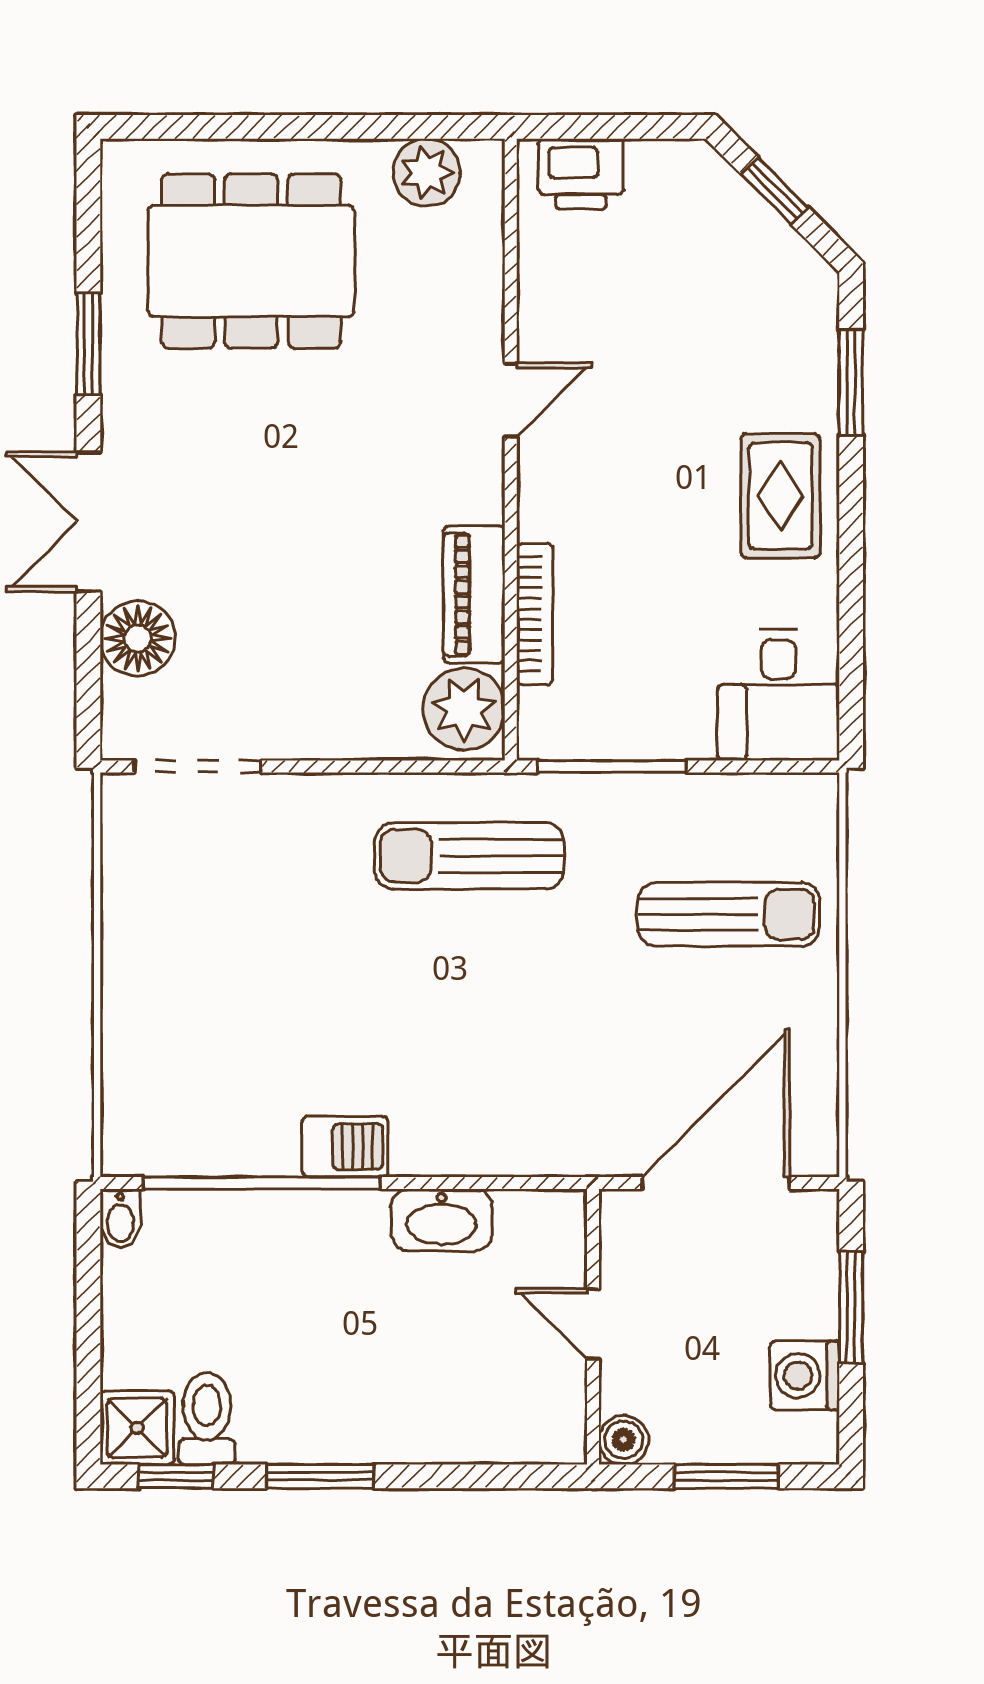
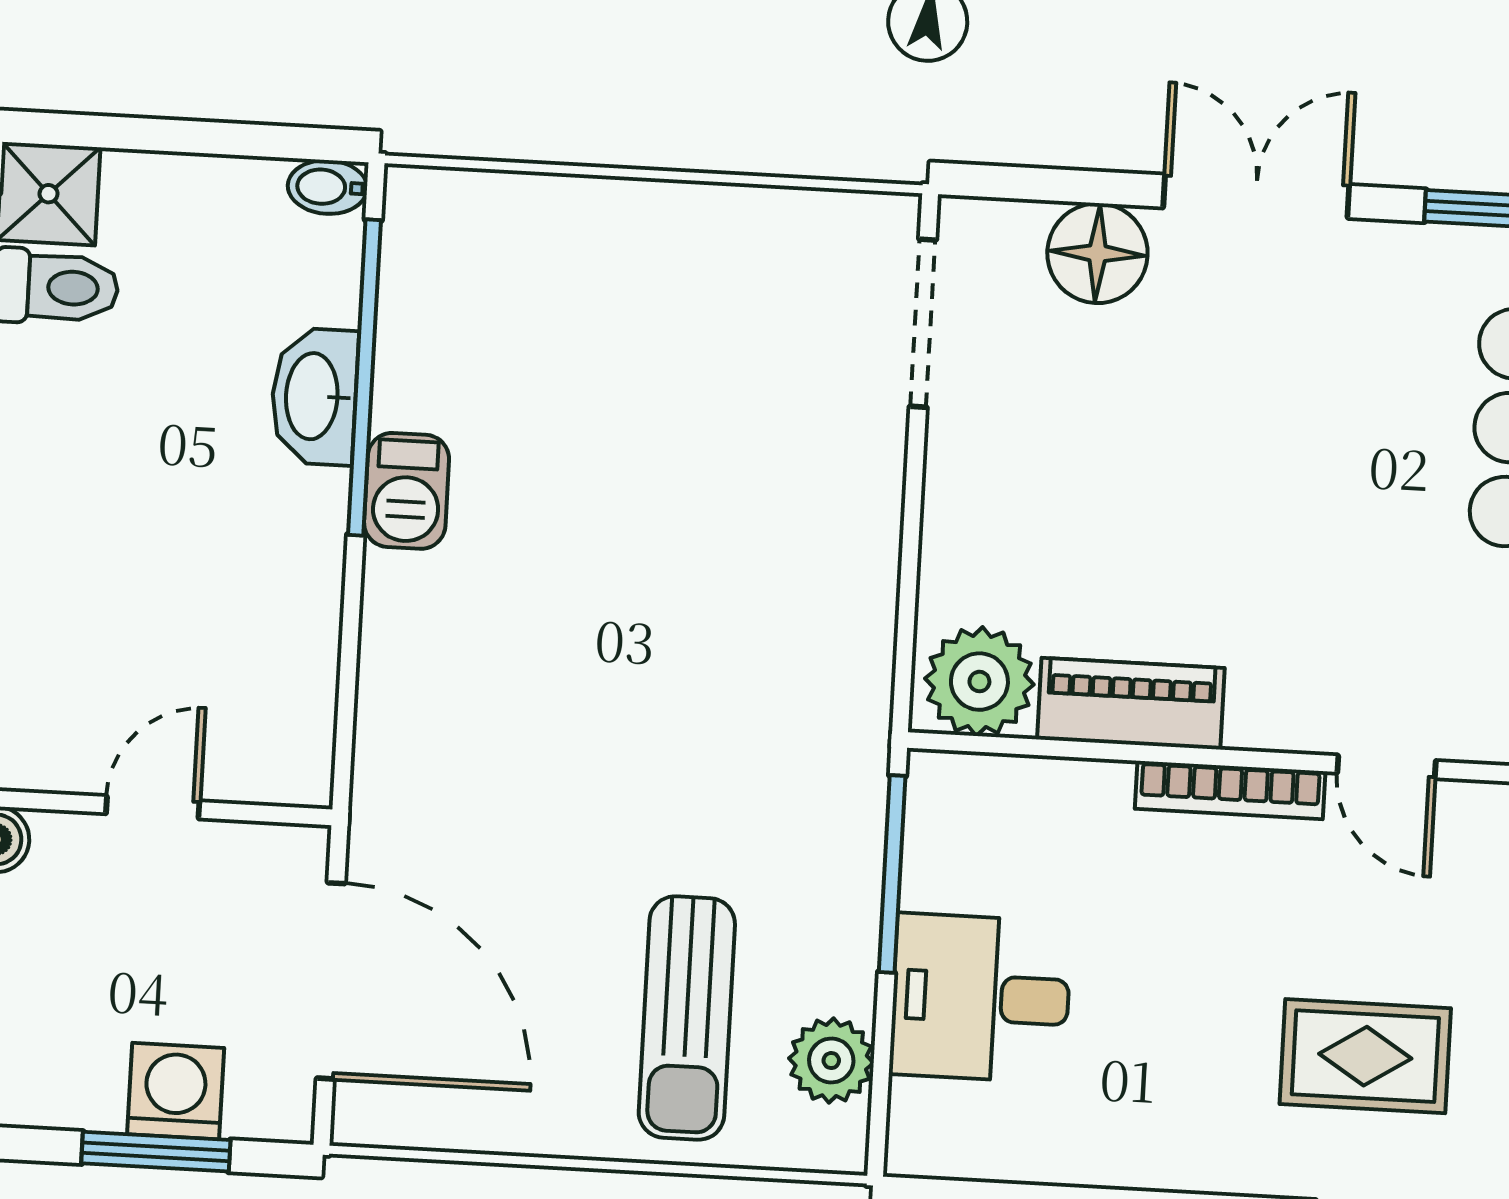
rug: (781, 496) -> (1365, 1056), moved
bookcase: (535, 614) -> (1230, 790), moved
desk: (778, 695) -> (981, 998), moved
plant: (754, 804) -> (831, 1061), added
sun lounger: (469, 856) -> (784, 678), removed
washbasin: (441, 1220) -> (314, 396), moved
washing machine: (805, 1375) -> (176, 1091), moved

